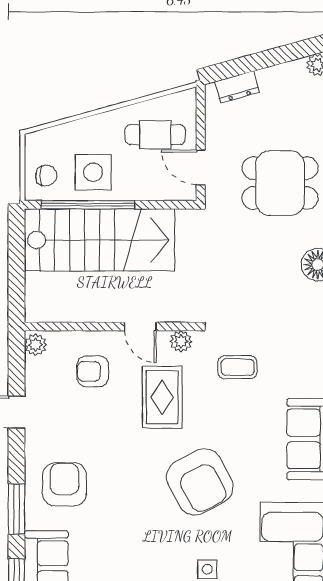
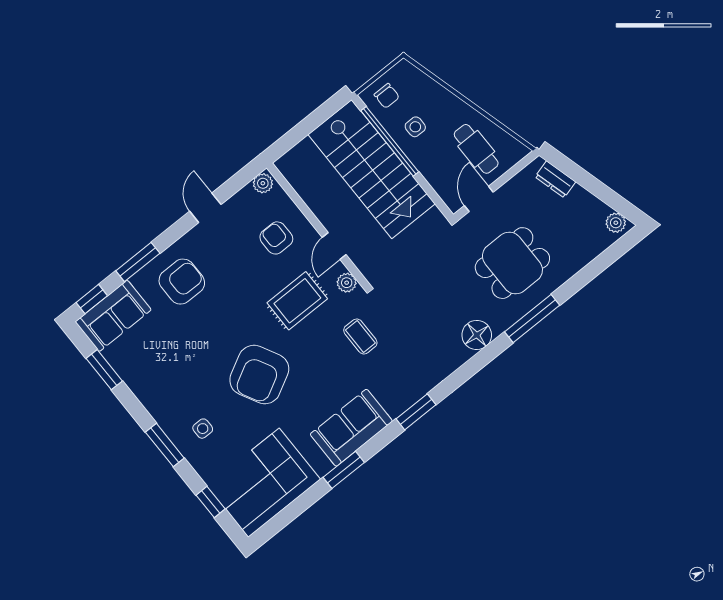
side table: (93, 172) -> (415, 127), width x0.54, depth x0.54
dining table: (280, 183) -> (512, 263), turned 90

